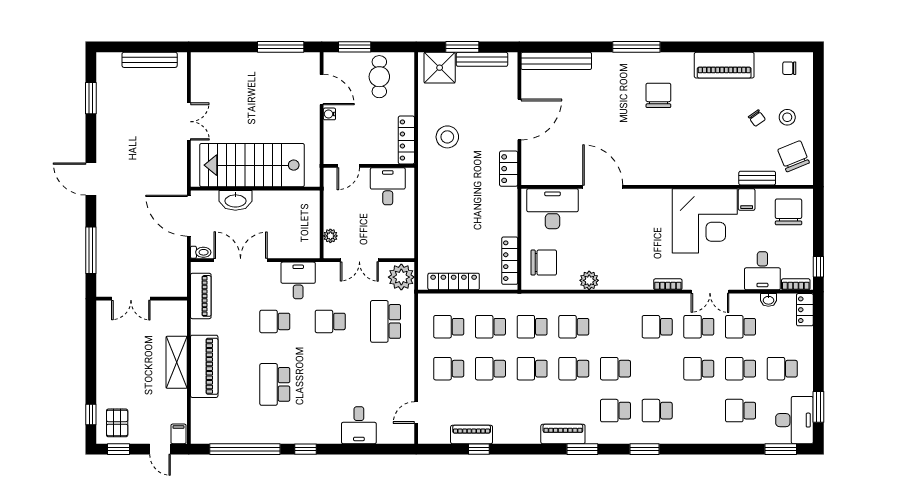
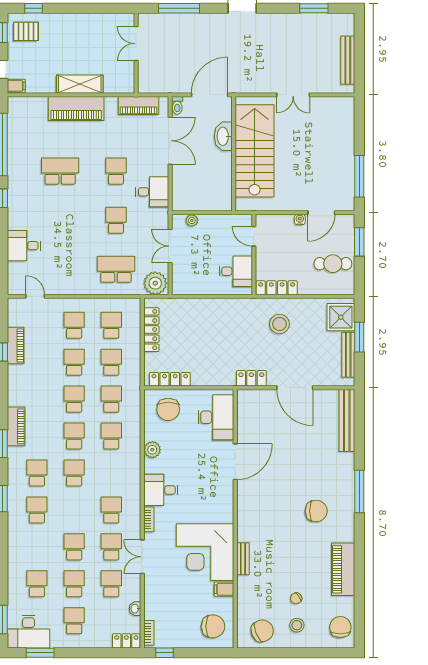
chair: (789, 68) -> (340, 627), width x1.87, depth x1.87
bench: (757, 178) -> (243, 559), moved
desk: (762, 271) -> (161, 490), moved

